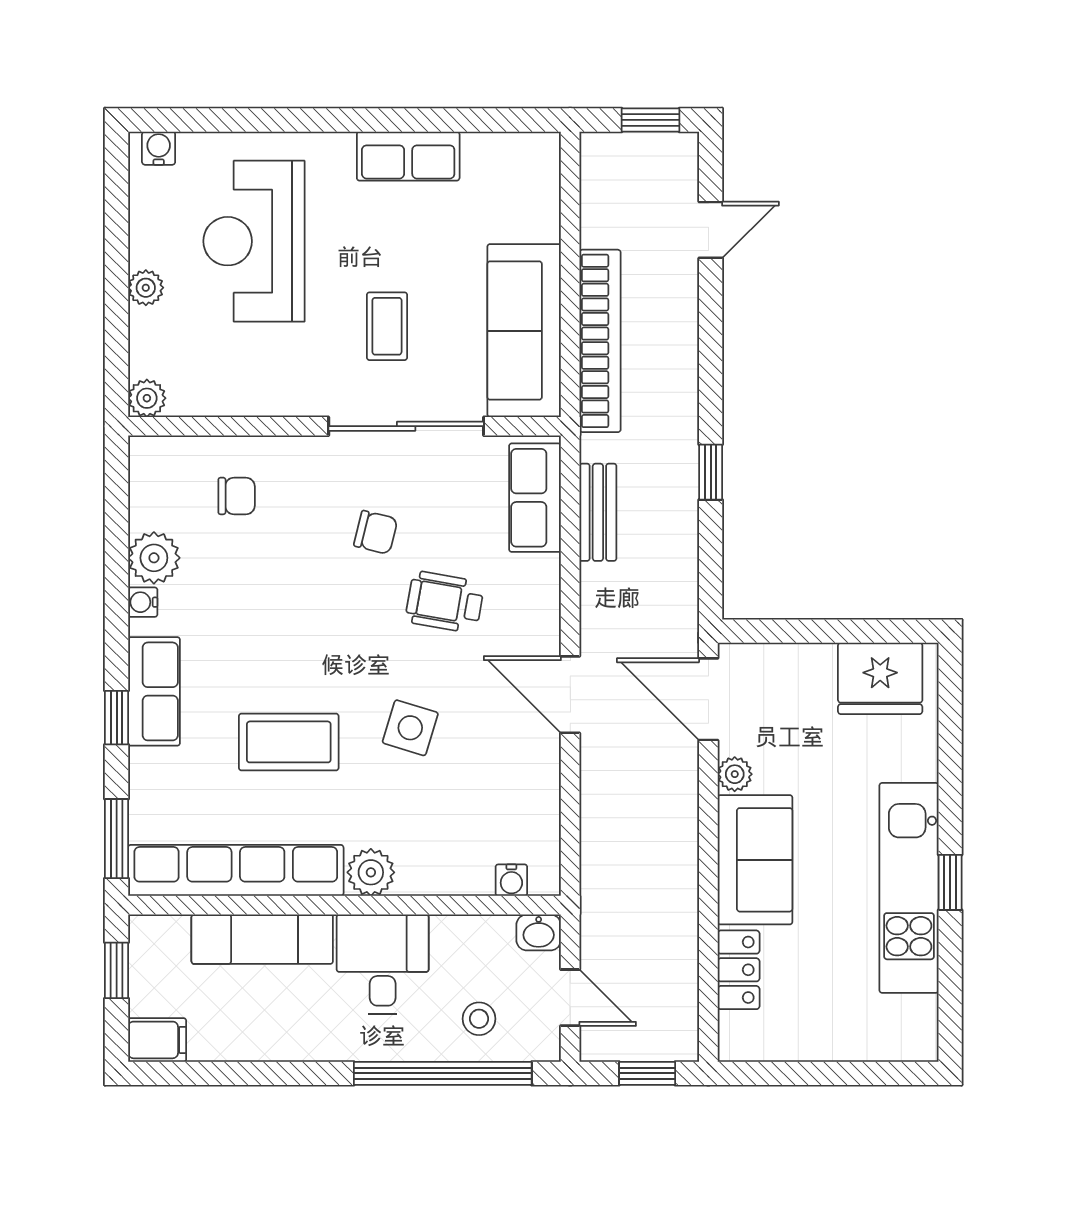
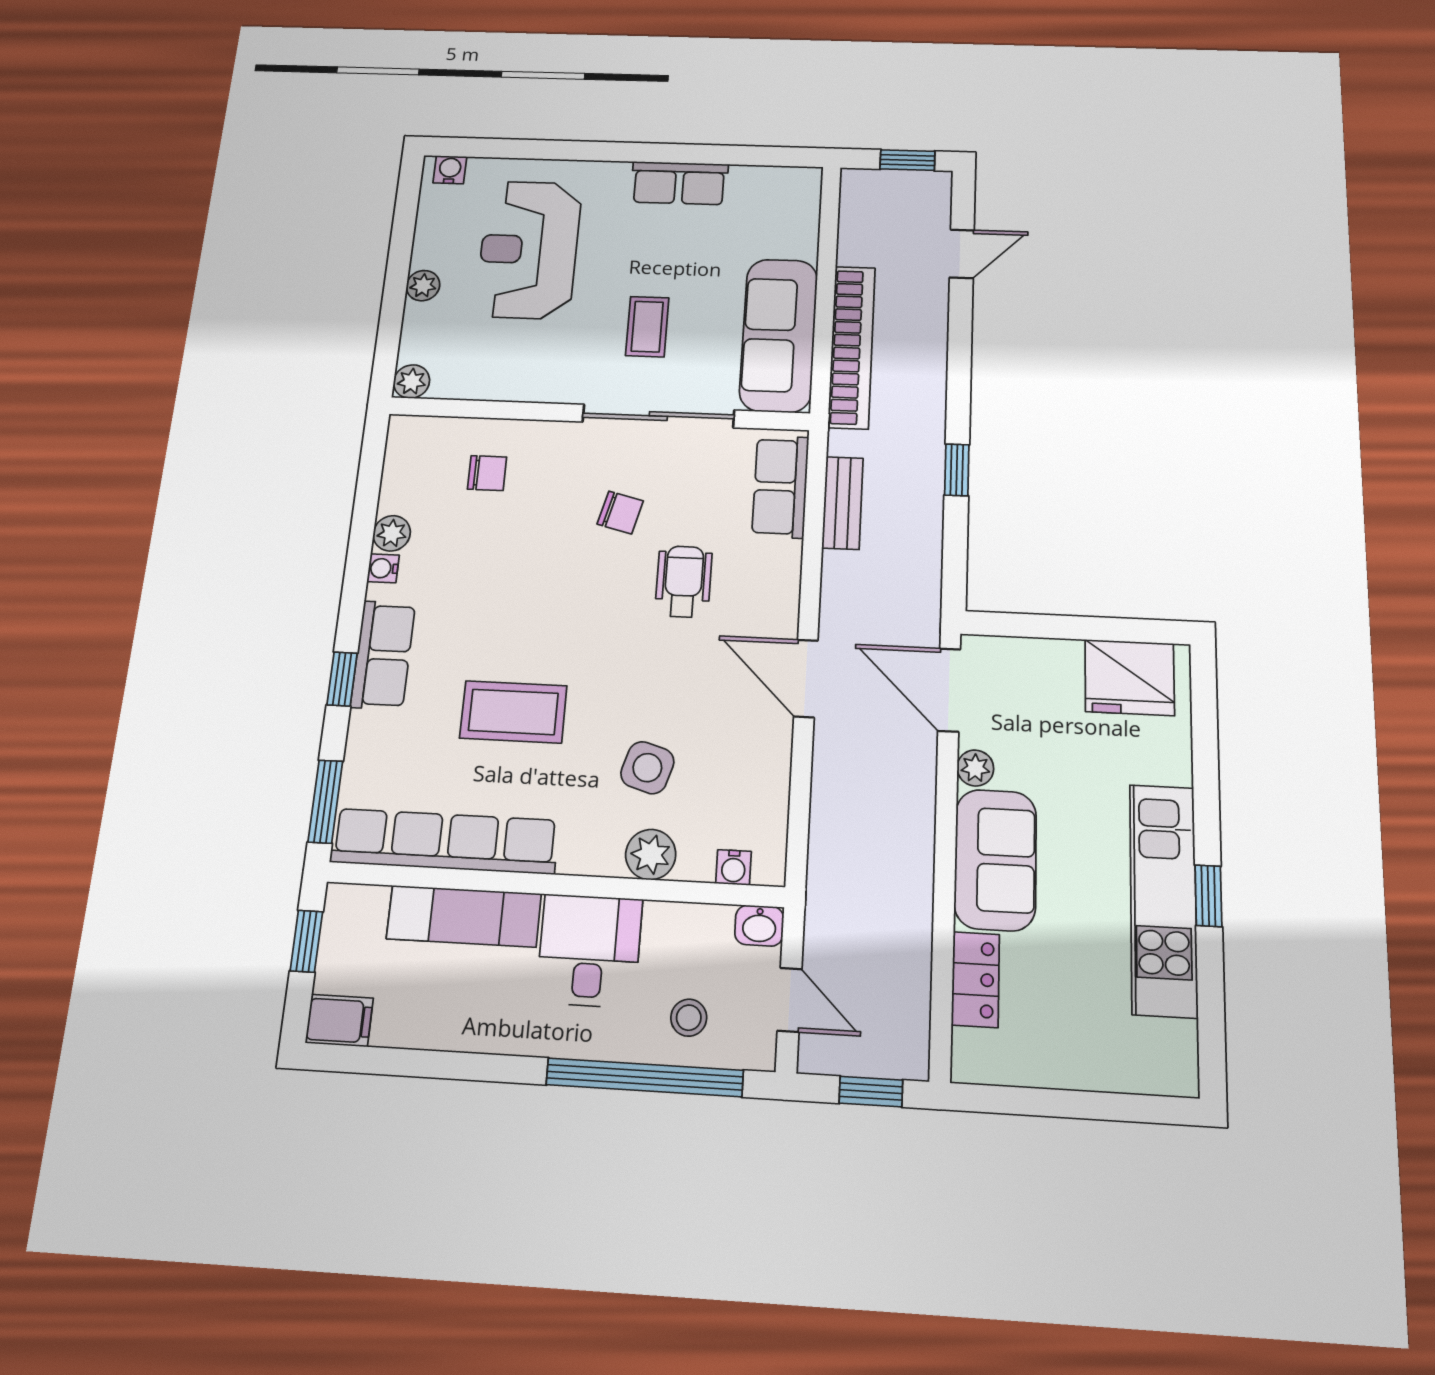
plant: (154, 558) -> (392, 533), width x0.73, depth x0.73
wheelchair: (445, 602) -> (684, 582), turned 80
side table: (410, 728) -> (647, 768), moved
plant: (371, 872) -> (651, 855), moved

